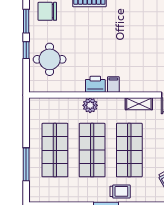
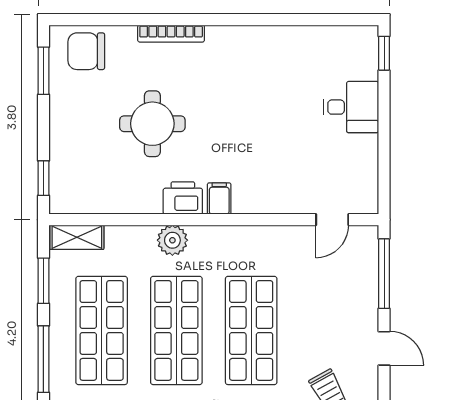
window: (26, 50) -> (43, 178), moved
round table: (50, 59) -> (152, 124), moved
shelving: (139, 104) -> (77, 237), moved
window: (26, 125) -> (43, 281), added

